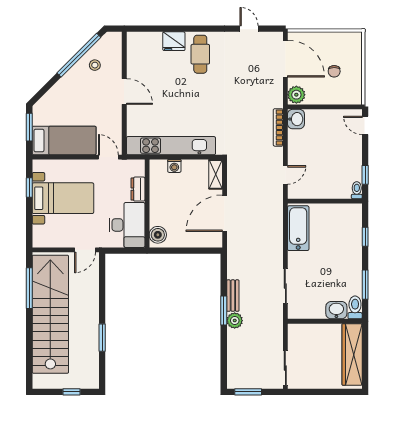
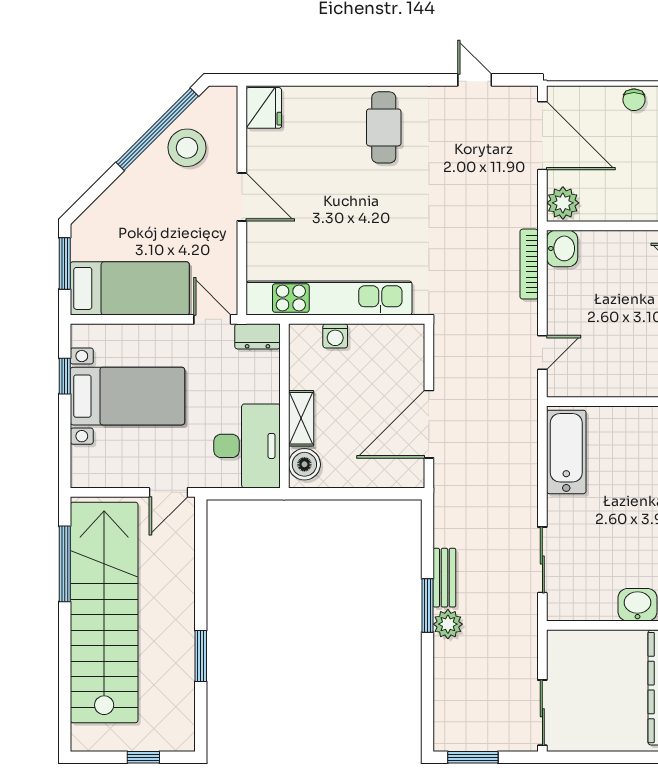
fridge: (174, 41) -> (264, 108), moved, turned -90
stool: (95, 65) -> (187, 148), width x1.89, depth x1.89
chair: (334, 71) -> (634, 100), moved
shelving: (216, 174) -> (301, 418), moved
dresser: (138, 189) -> (257, 336), moved, turned -90

